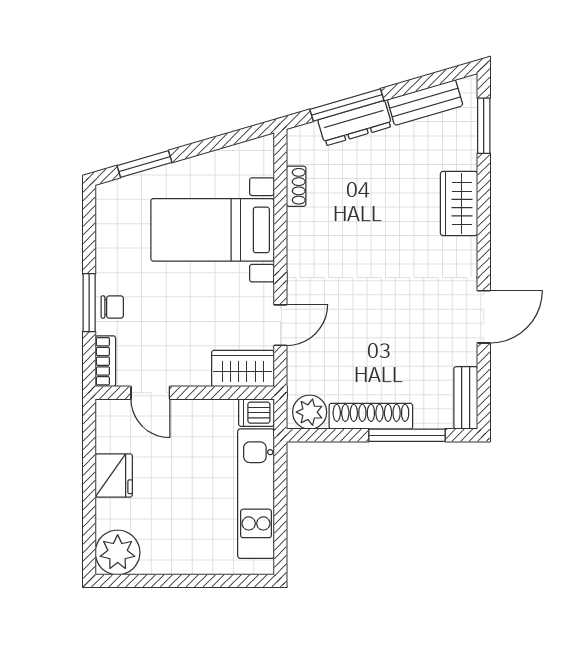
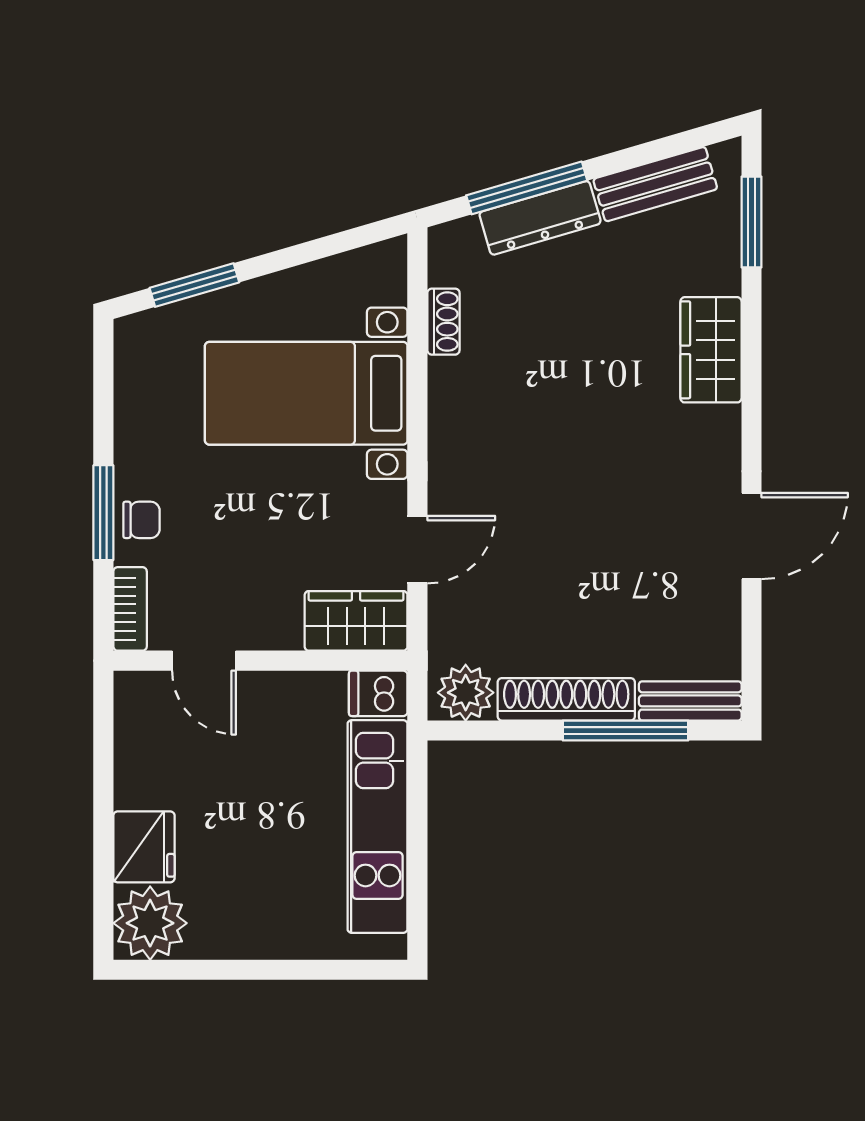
bench: (466, 398) -> (690, 701), moved, turned 90
fridge: (114, 475) -> (144, 847), moved

